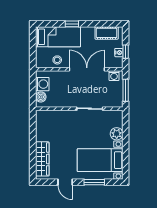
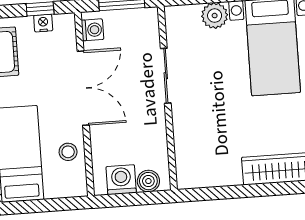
double door: (87, 69) -> (83, 88), swing flipped

